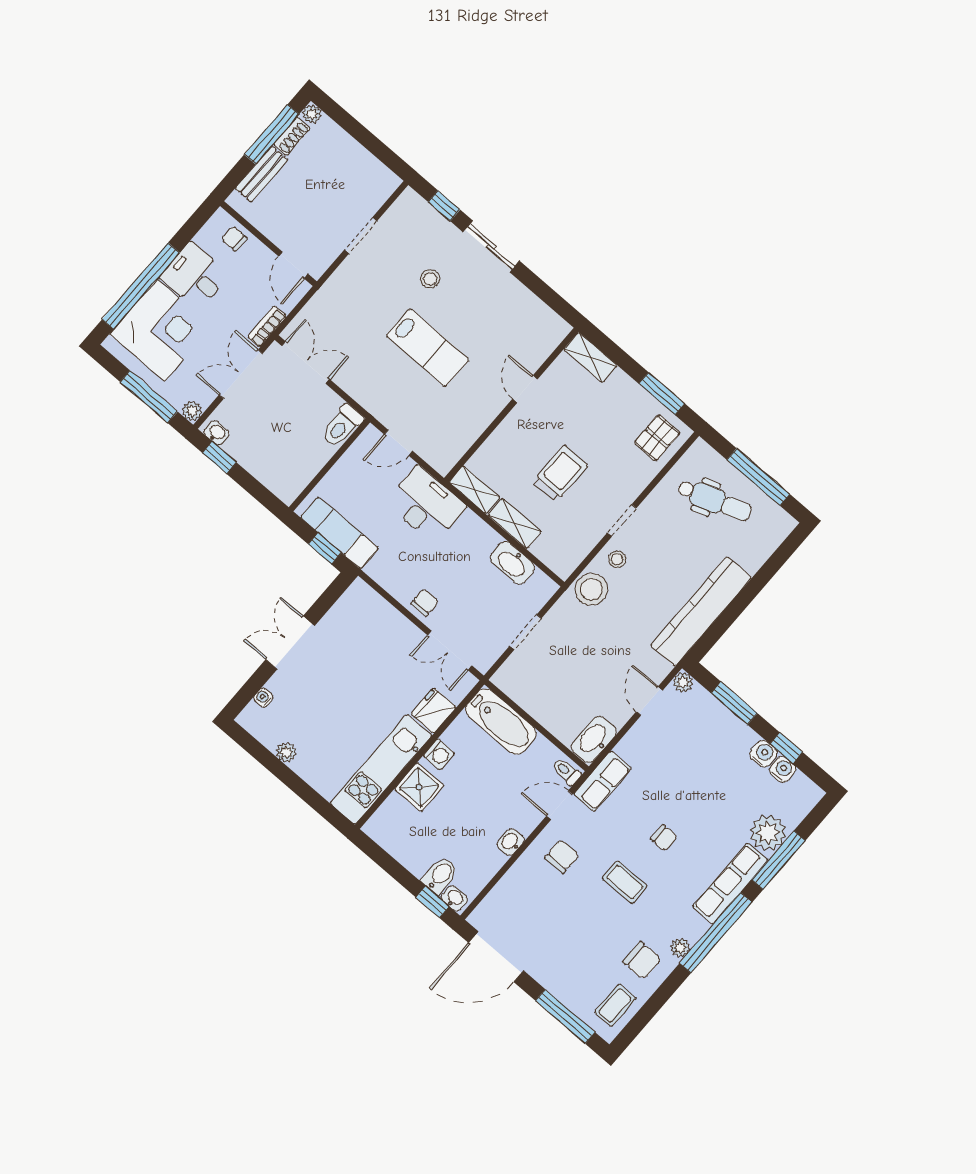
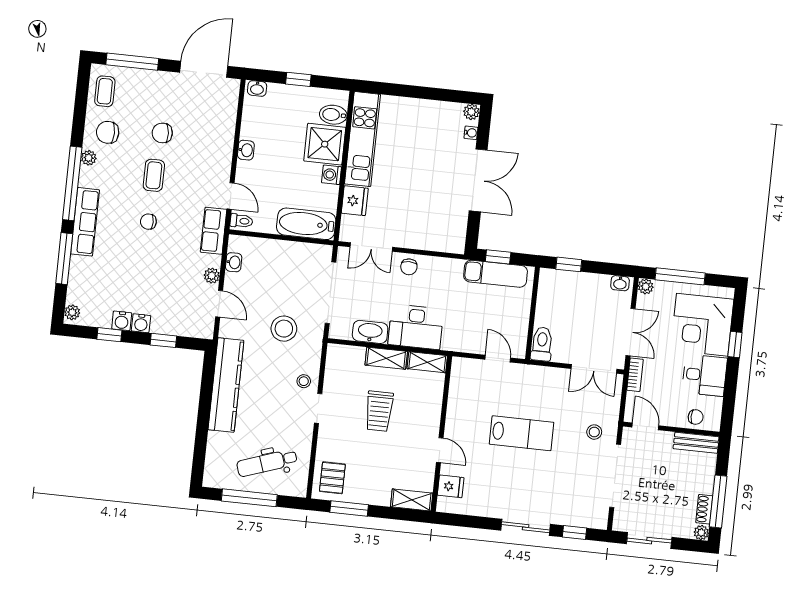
sliding door: (372, 143) -> (649, 541), added
bench: (262, 174) -> (696, 443), moved, turned 90
doorway: (361, 235) -> (615, 476), width x1.87
stool: (430, 279) -> (594, 432), moved
window: (141, 286) -> (735, 345), width x0.32
fridge: (540, 343) -> (451, 486), added
lab bench: (427, 348) -> (522, 433), turned 180
door: (398, 443) -> (498, 359), hinge flipped
window: (219, 458) -> (569, 264), moved
desk: (426, 505) -> (416, 327), moved
stool: (591, 589) -> (284, 329), moved
doorway: (525, 632) -> (330, 293), width x1.88
double door: (290, 643) -> (478, 180), width x1.37
double door: (450, 650) -> (371, 247), swing flipped
plant: (683, 682) -> (212, 276), moved
window: (734, 703) -> (163, 340), width x0.67
washbasin: (594, 739) -> (234, 262), width x0.52, depth x0.69
plant: (286, 752) -> (471, 112), moved
water cooler: (782, 769) -> (141, 323), moved
shower: (419, 787) -> (325, 144), width x1.36, depth x1.36
door: (560, 805) -> (231, 196), hinge flipped
plant: (768, 833) -> (72, 312), moved, width x0.53, depth x0.53
chair: (562, 856) -> (162, 133), moved, turned 86
bidet: (440, 875) -> (333, 115), moved, turned 90
coffee table: (625, 882) -> (154, 175), turned 90
window: (433, 902) -> (298, 79), moved

